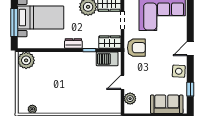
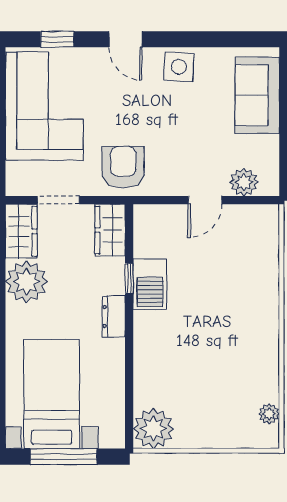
barbecue: (107, 59) -> (150, 284), moved
door: (122, 82) -> (205, 200), hinge flipped
window: (190, 89) -> (57, 39), moved

